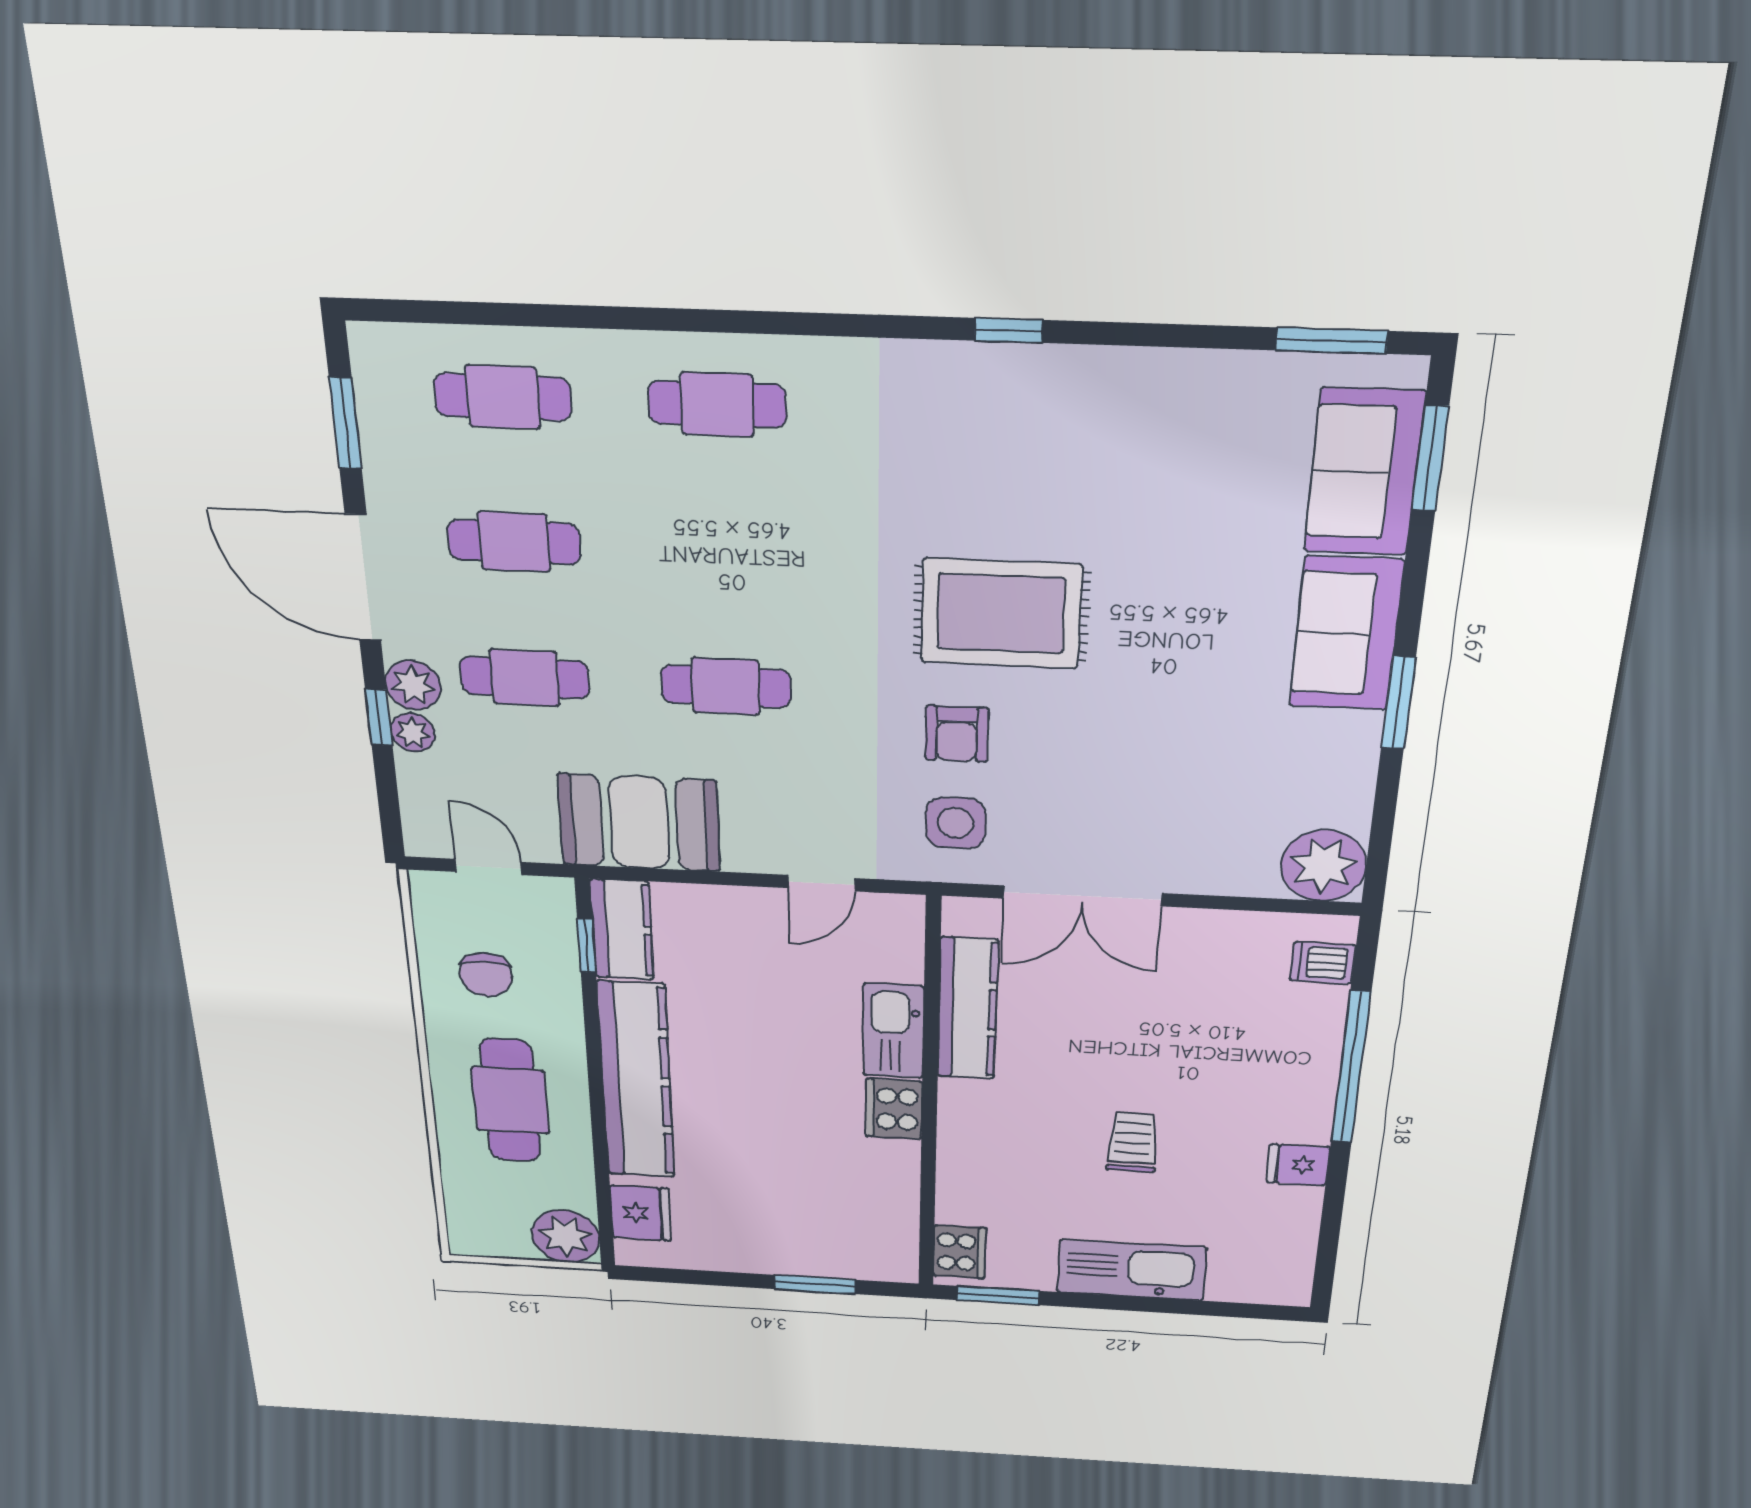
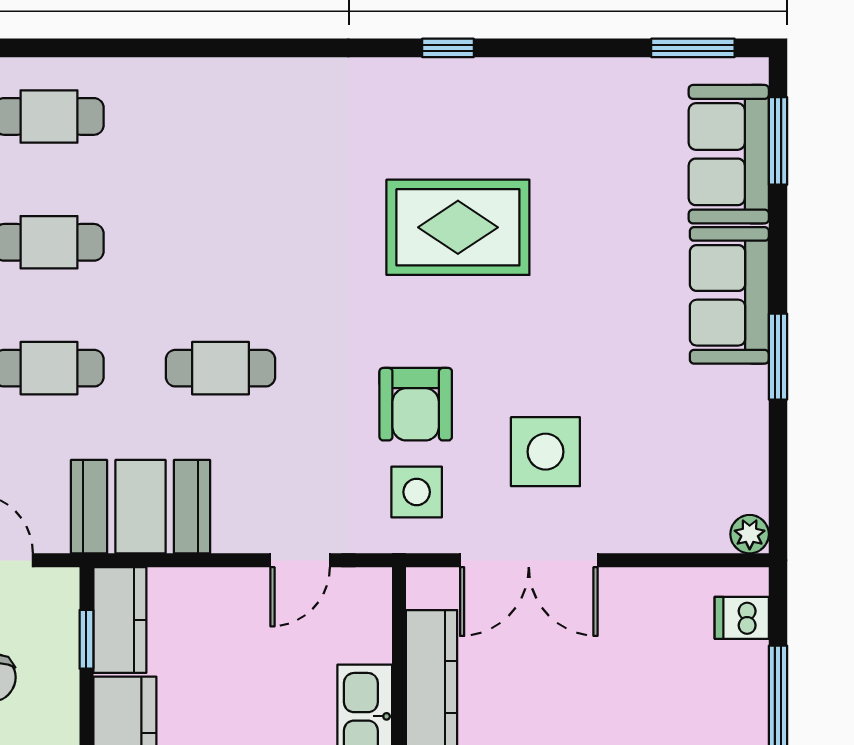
cafe table: (717, 404) -> (220, 116), removed
rug: (1001, 614) -> (458, 227), moved
armchair: (957, 734) -> (416, 404), width x1.38, depth x1.38
side table: (1108, 790) -> (545, 452), added
plant: (1324, 865) -> (750, 534), width x0.53, depth x0.53

